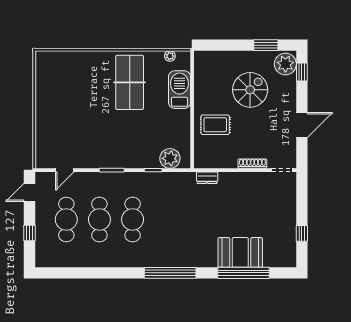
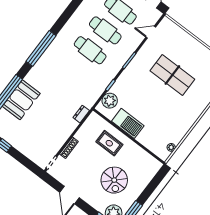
table tennis table: (130, 82) -> (172, 75), moved
barbecue: (180, 90) -> (128, 123), moved
rug: (215, 125) -> (109, 143), turned 90
door: (65, 170) -> (151, 32), hinge flipped

